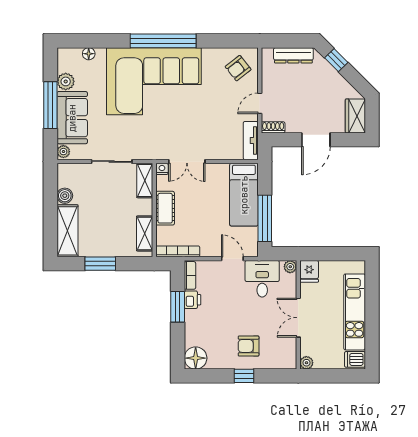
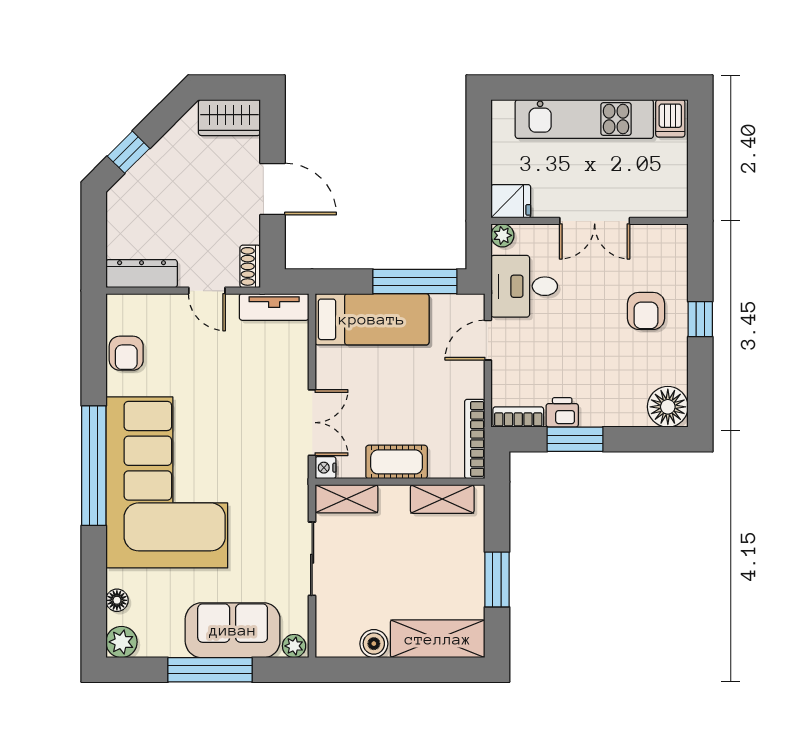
dresser: (293, 55) -> (142, 274), moved, turned -90
armchair: (238, 68) -> (126, 353), moved, turned 38
plant: (66, 81) -> (121, 642), moved
plant: (306, 363) -> (676, 206), removed

